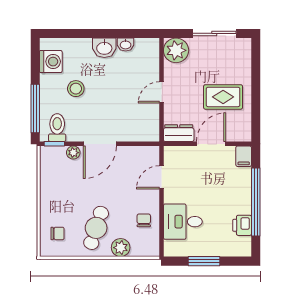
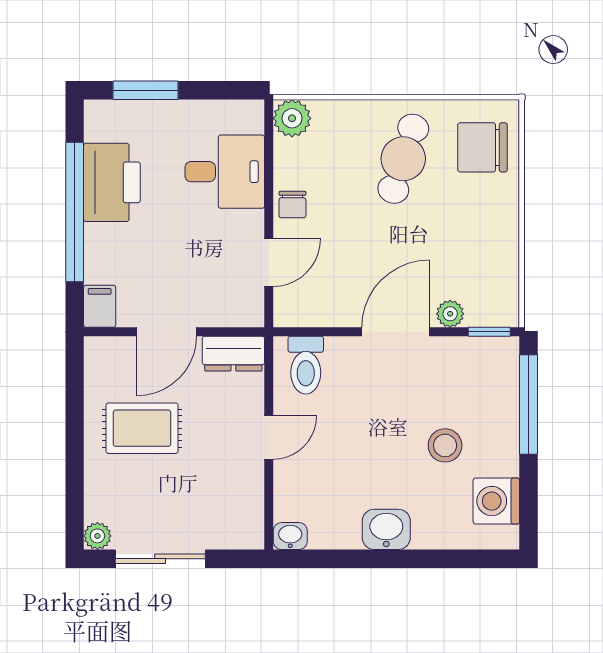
washbasin: (126, 45) -> (290, 536), moved
plant: (176, 50) -> (97, 536), moved, width x0.53, depth x0.53
toilet: (57, 128) -> (306, 365), moved
chair: (144, 220) -> (292, 205), moved
printer: (242, 225) -> (112, 182), width x1.87, depth x1.48
chair: (58, 233) -> (483, 147), width x1.87, depth x1.87
plant: (121, 248) -> (292, 118), moved
window: (204, 261) -> (145, 90), moved

